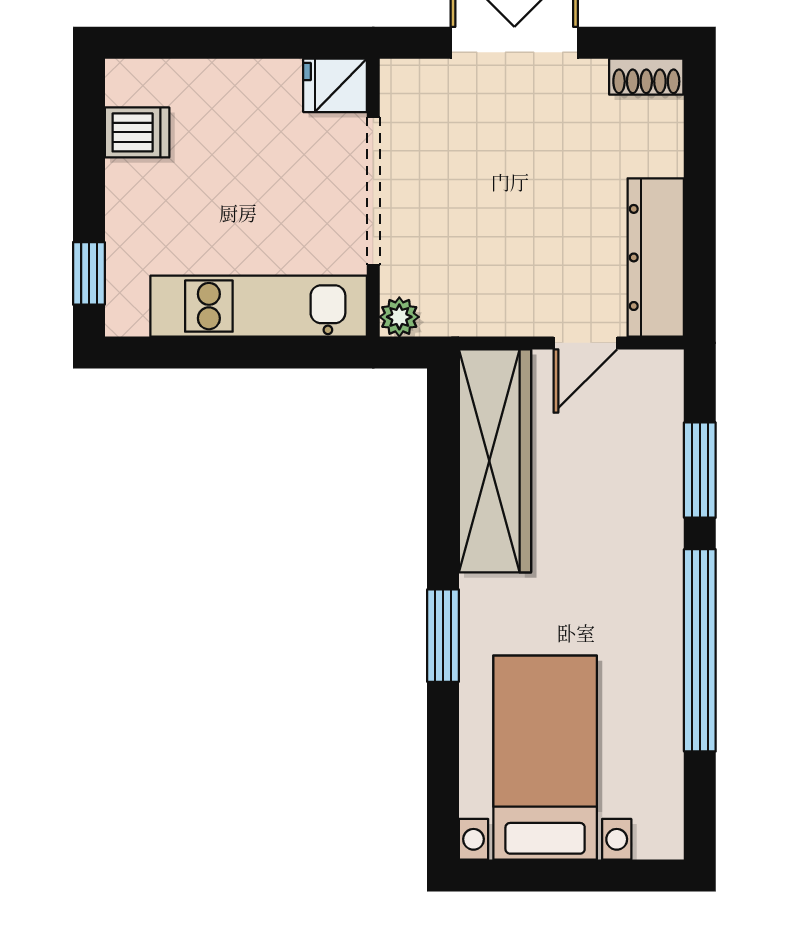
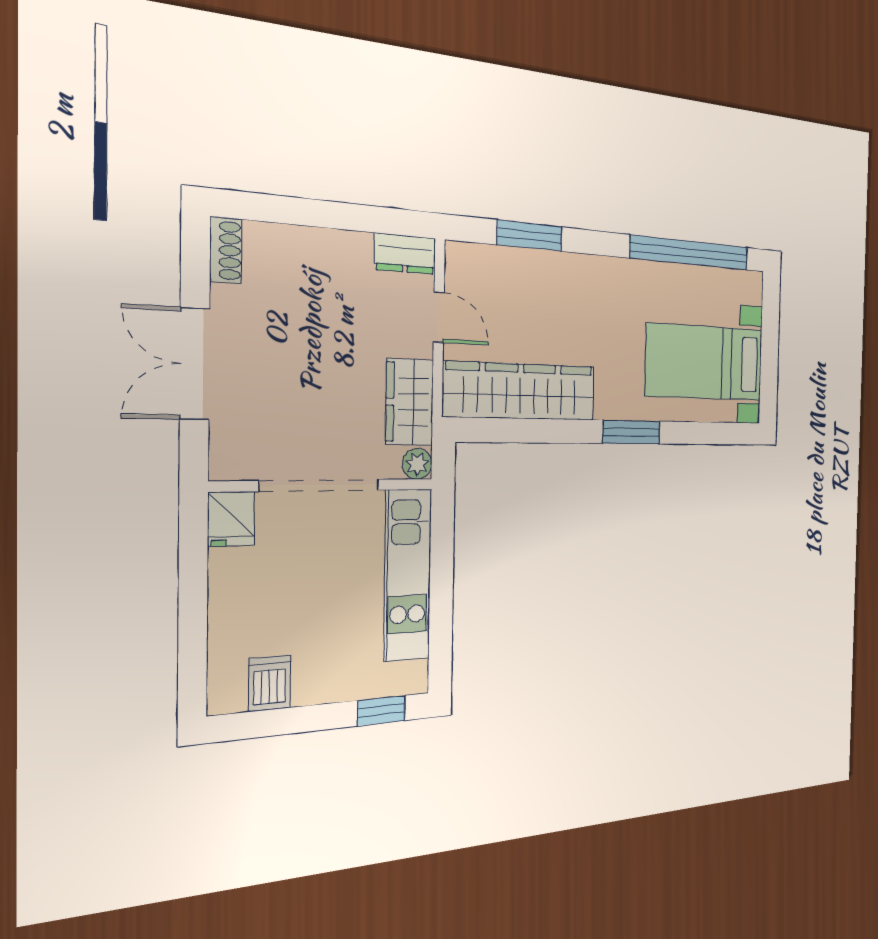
dresser: (656, 257) -> (405, 254), width x0.51, depth x0.80
wardrobe: (477, 305) -> (410, 402), added
window: (700, 650) -> (690, 253), moved

